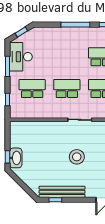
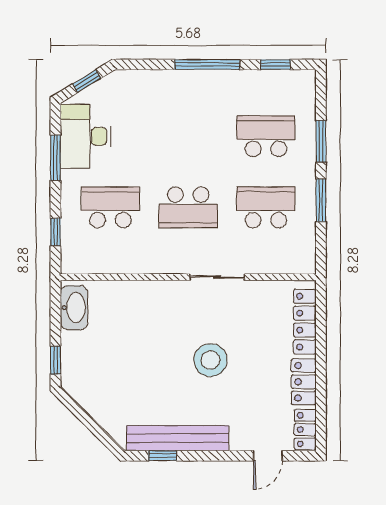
school desk: (67, 89) -> (188, 207), turned 180
washbasin: (16, 158) -> (74, 308), moved

